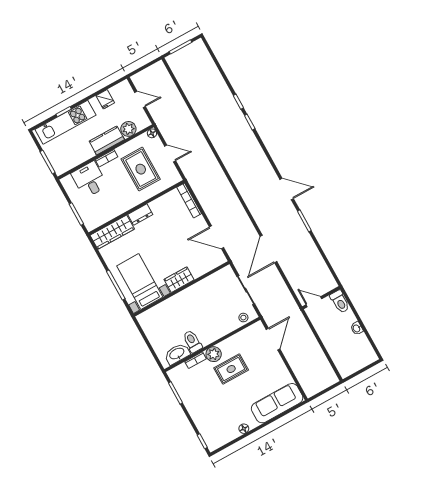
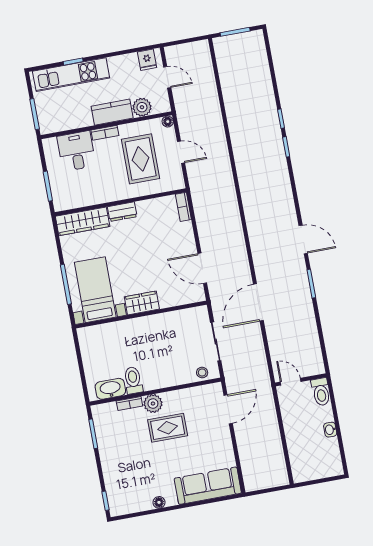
fridge: (105, 99) -> (147, 60), moved
bookcase: (189, 200) -> (183, 207), width x0.64

